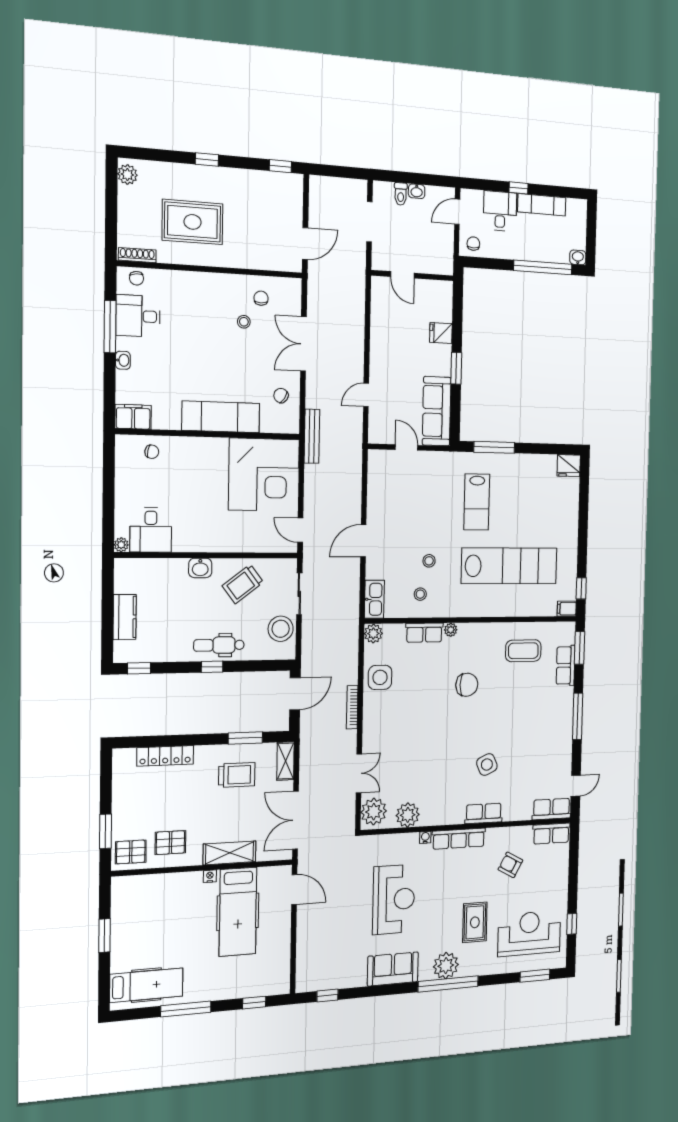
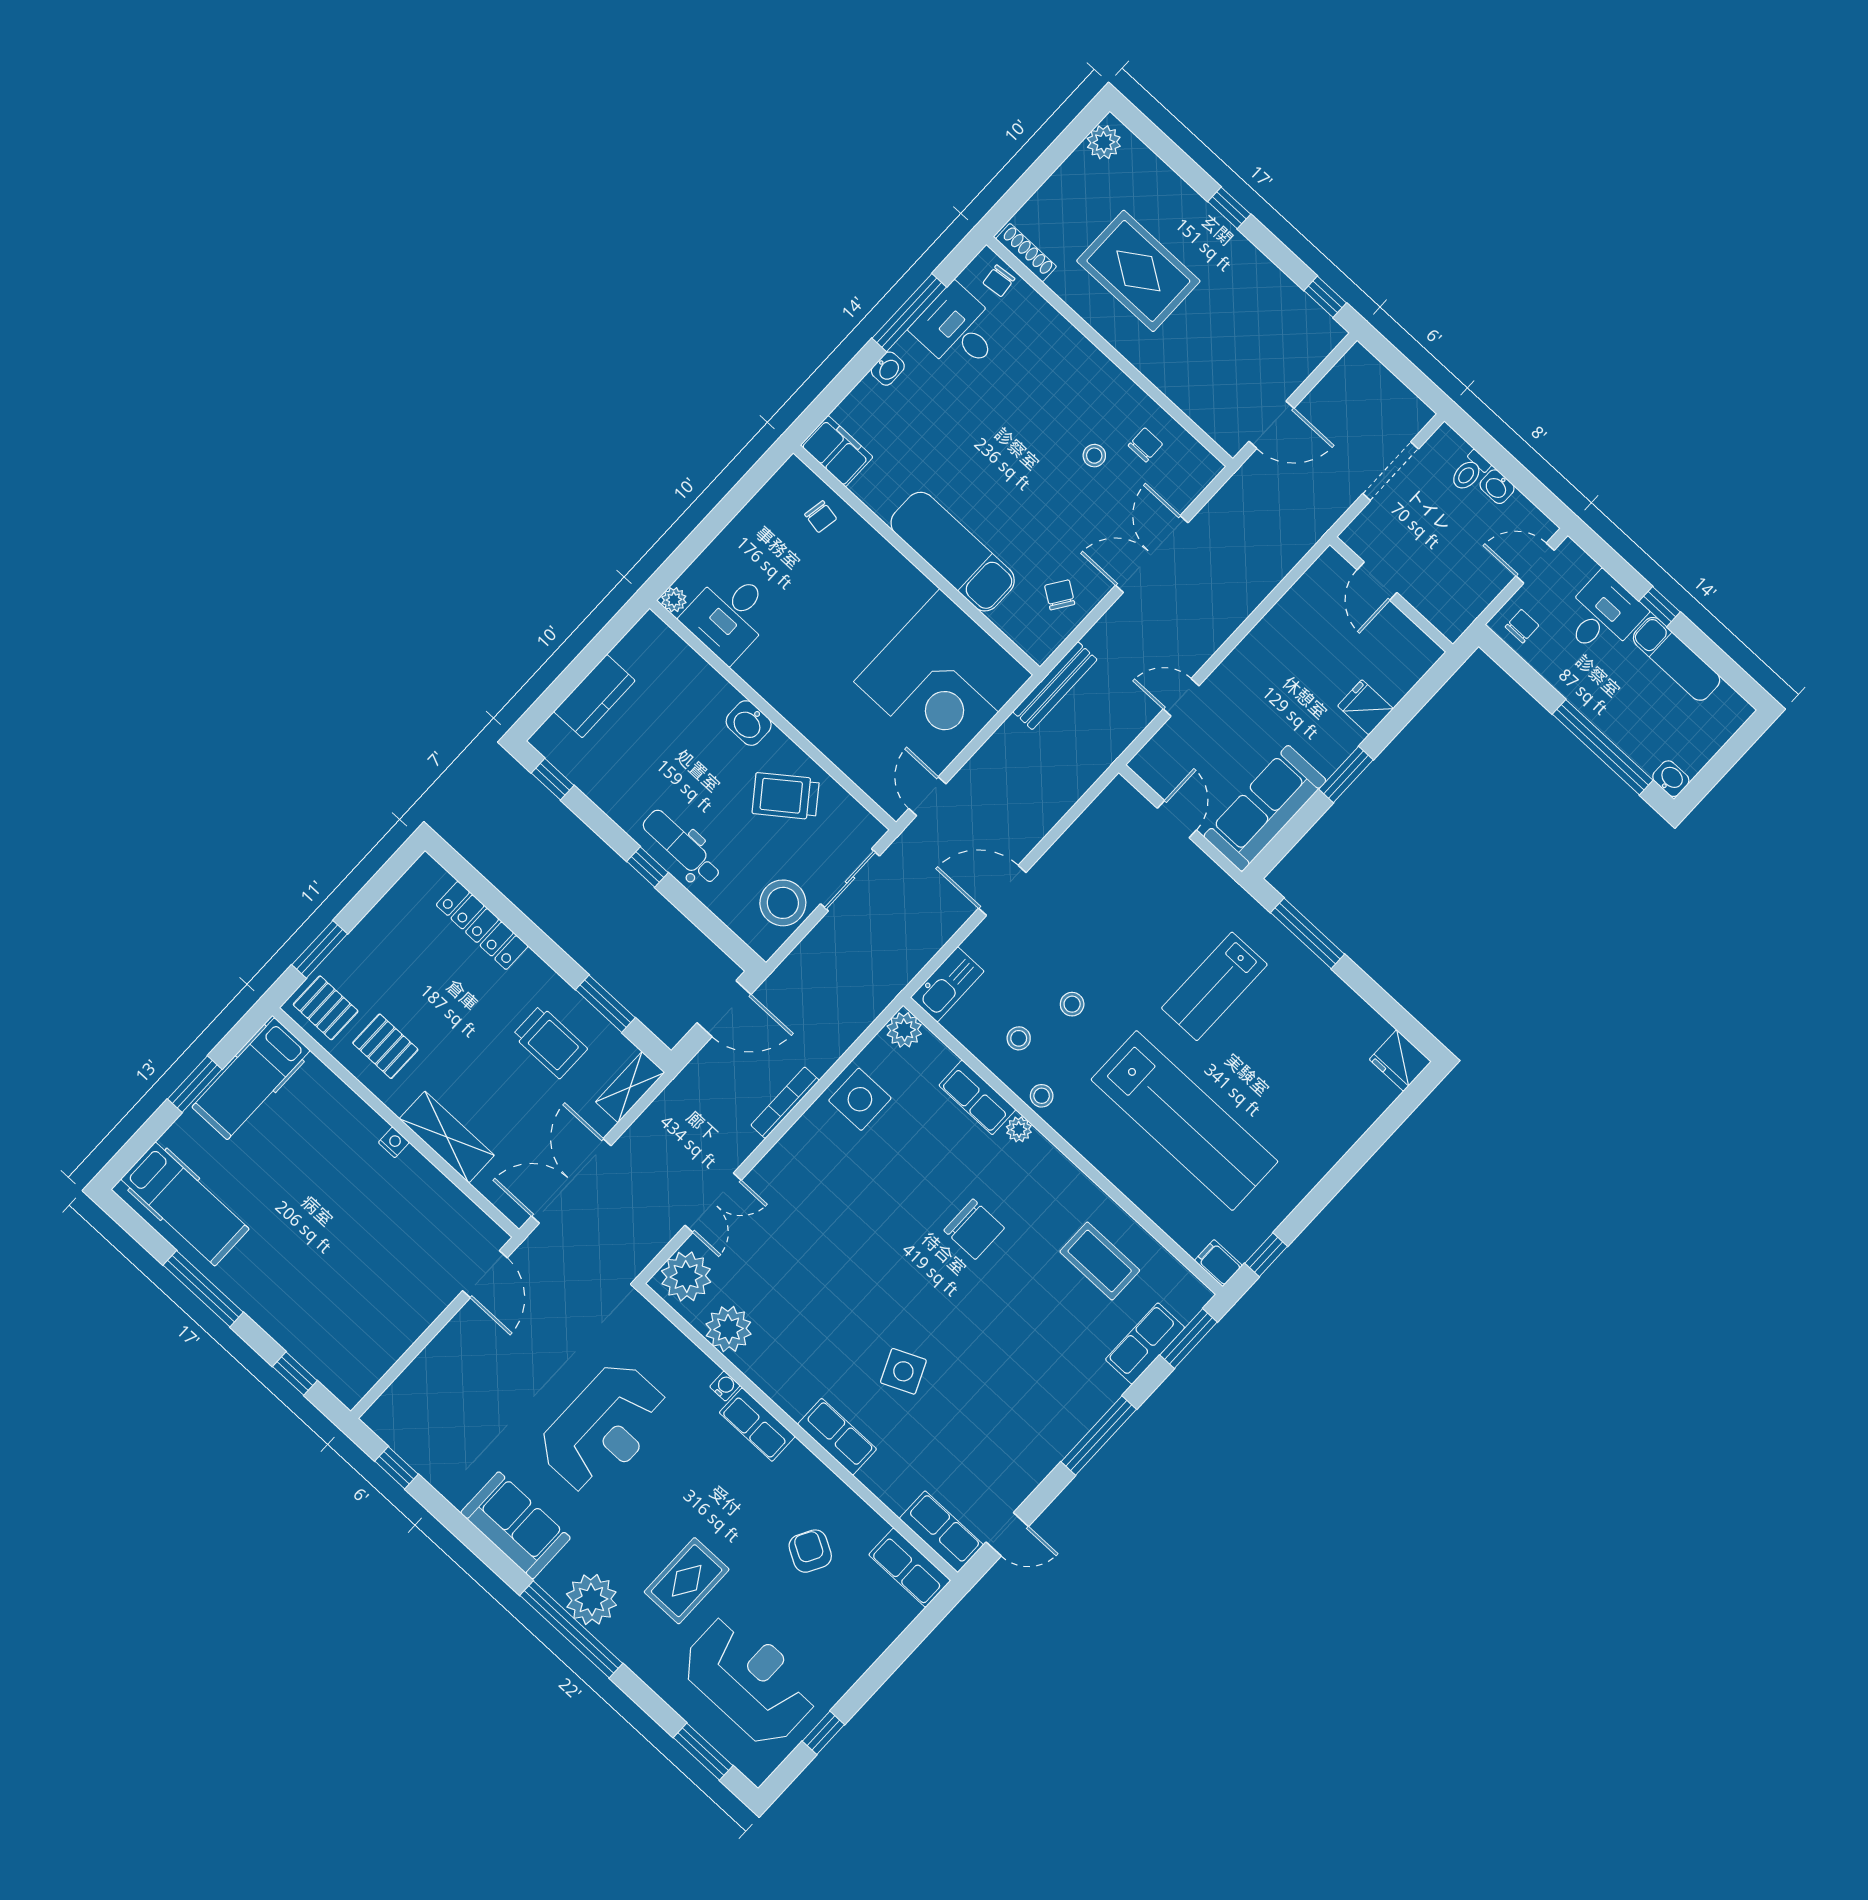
stool: (448, 608) -> (1042, 1096), added
row of seats: (459, 839) -> (757, 1425), width x0.68
hospital bed: (238, 912) -> (251, 1079), moved, width x0.73, depth x0.78

